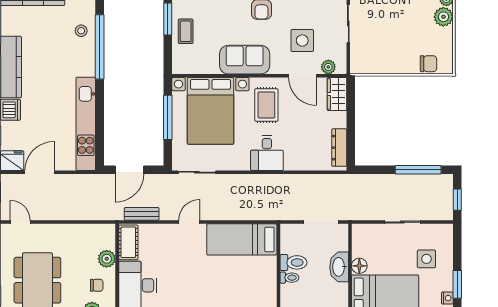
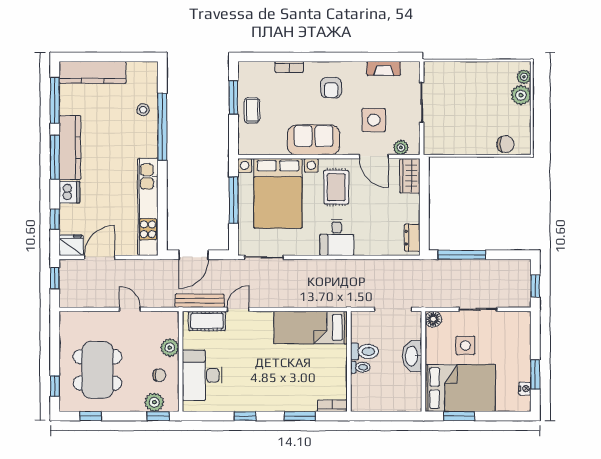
dresser: (339, 148) -> (412, 238), width x0.70
window: (418, 170) -> (462, 255), moved
bench: (142, 214) -> (200, 301), width x1.36
door: (20, 222) -> (130, 309), moved
door: (189, 222) -> (238, 309), moved
cot: (128, 242) -> (207, 321), moved, turned 90
side table: (426, 259) -> (465, 345), moved
floor lamp: (359, 266) -> (433, 319), moved

